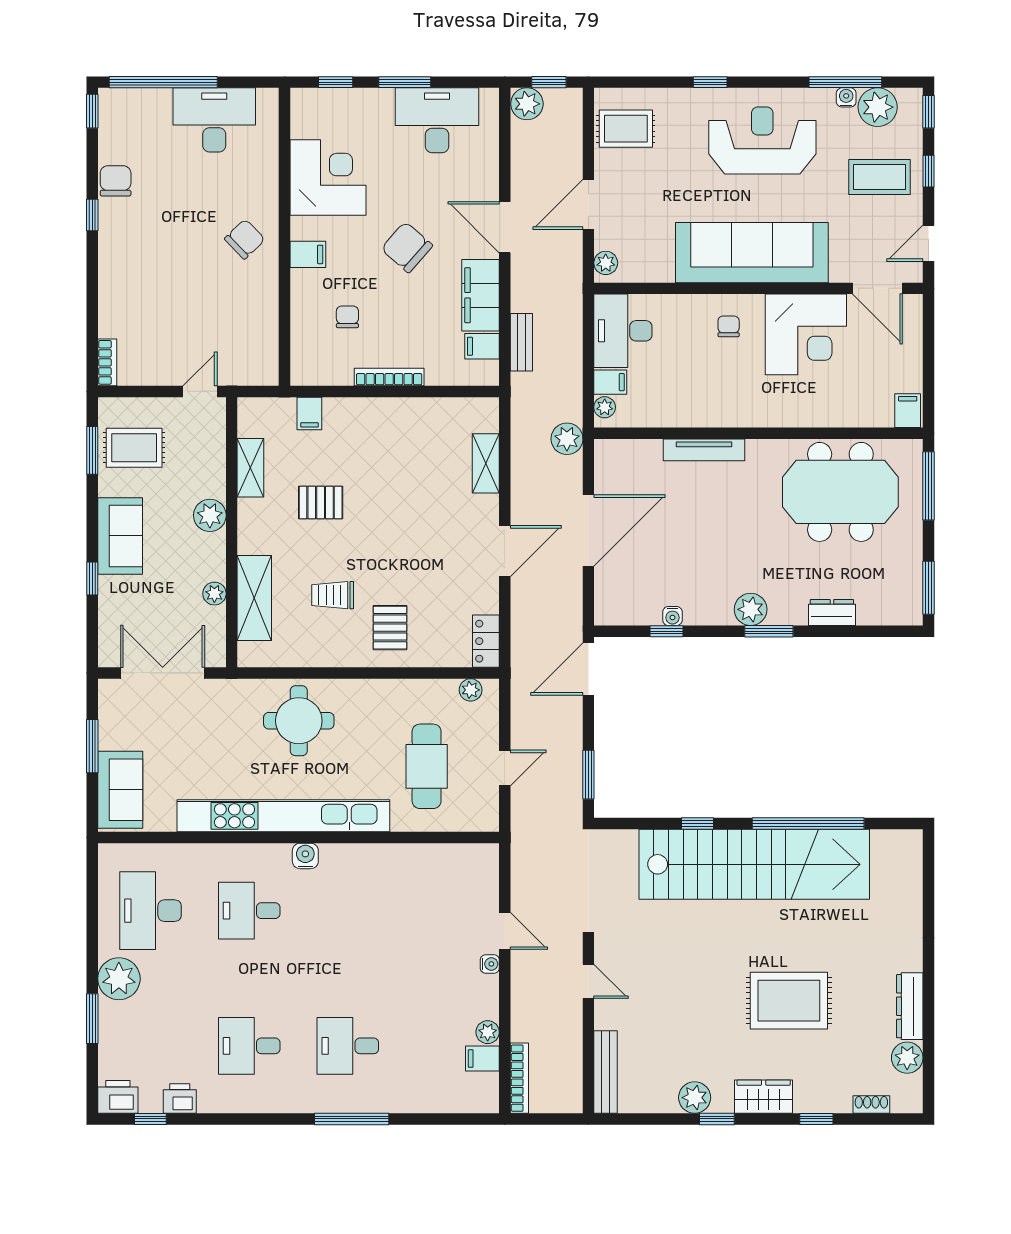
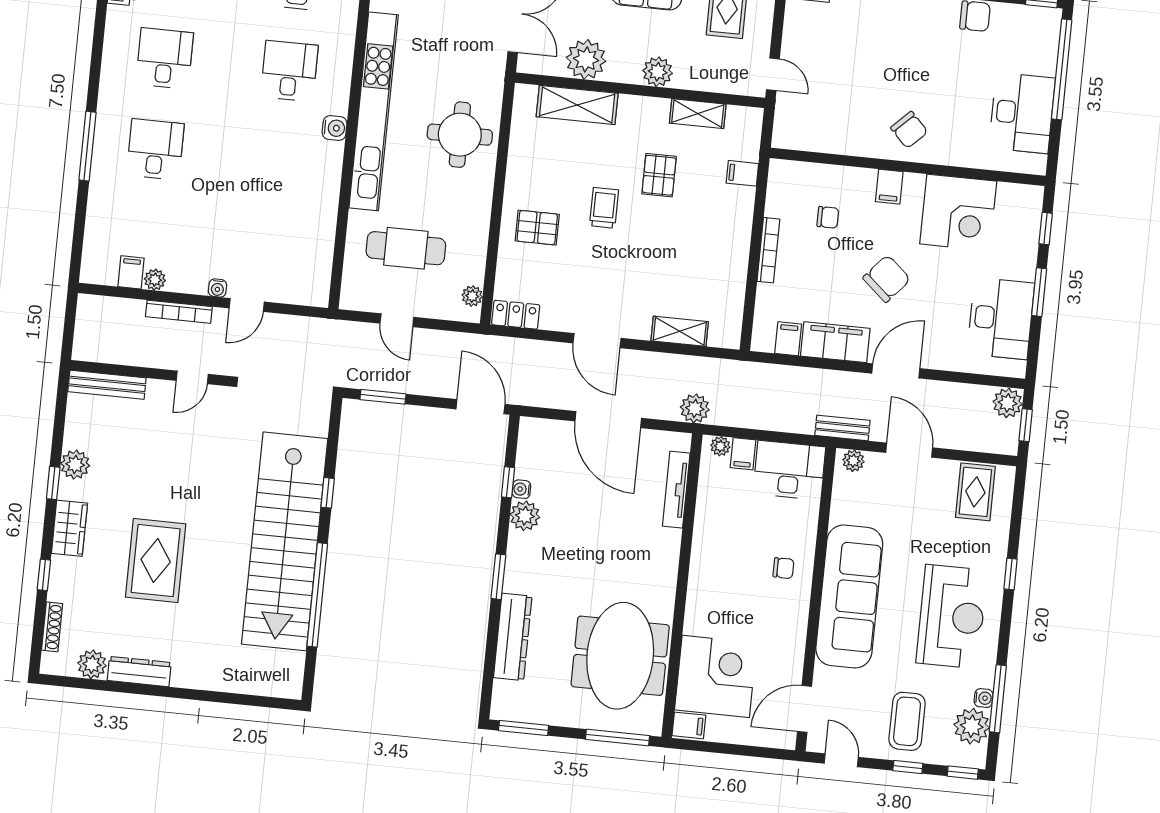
corner desk: (806, 334) -> (716, 676), moved, turned 180
bench: (521, 342) -> (842, 428), moved
tv unit: (704, 450) -> (676, 490), moved
plant: (214, 594) -> (586, 59), width x1.88, depth x1.88
trolley: (333, 595) -> (604, 208), moved
plant: (751, 609) -> (525, 516), moved
dresser: (832, 612) -> (513, 637), width x1.96, depth x1.24
bookcase: (519, 1078) -> (179, 312), moved
shoe rack: (871, 1105) -> (52, 627), width x1.43

